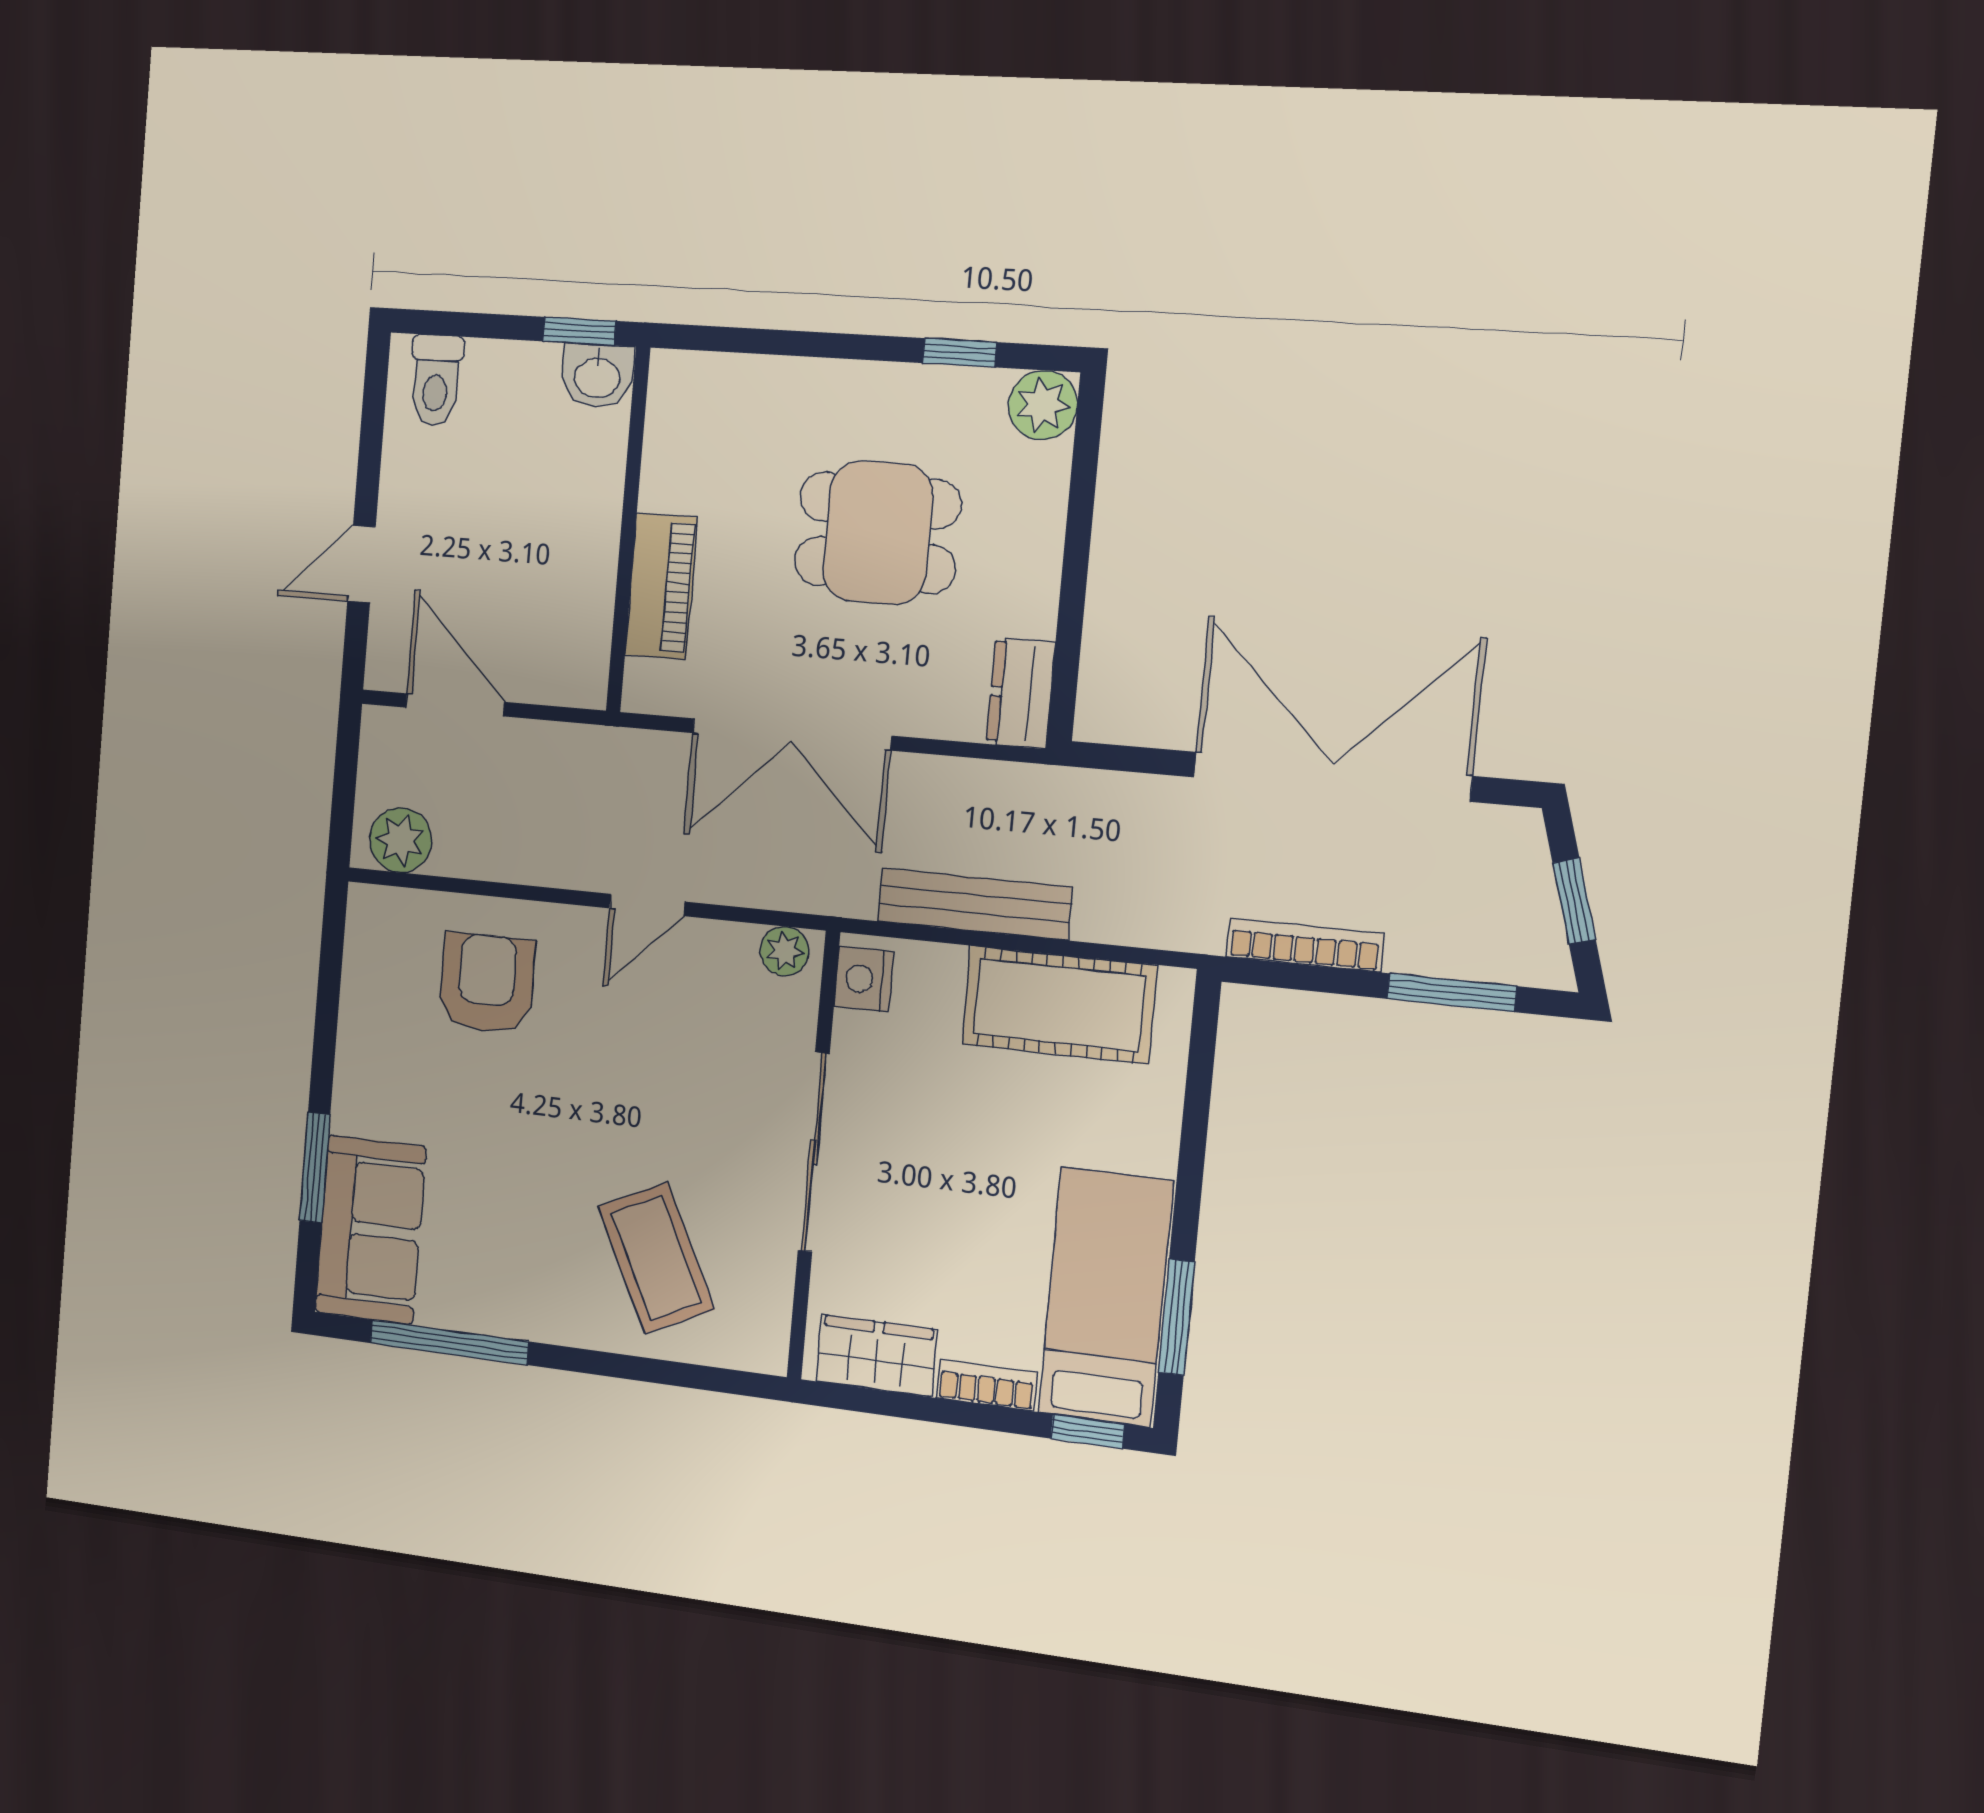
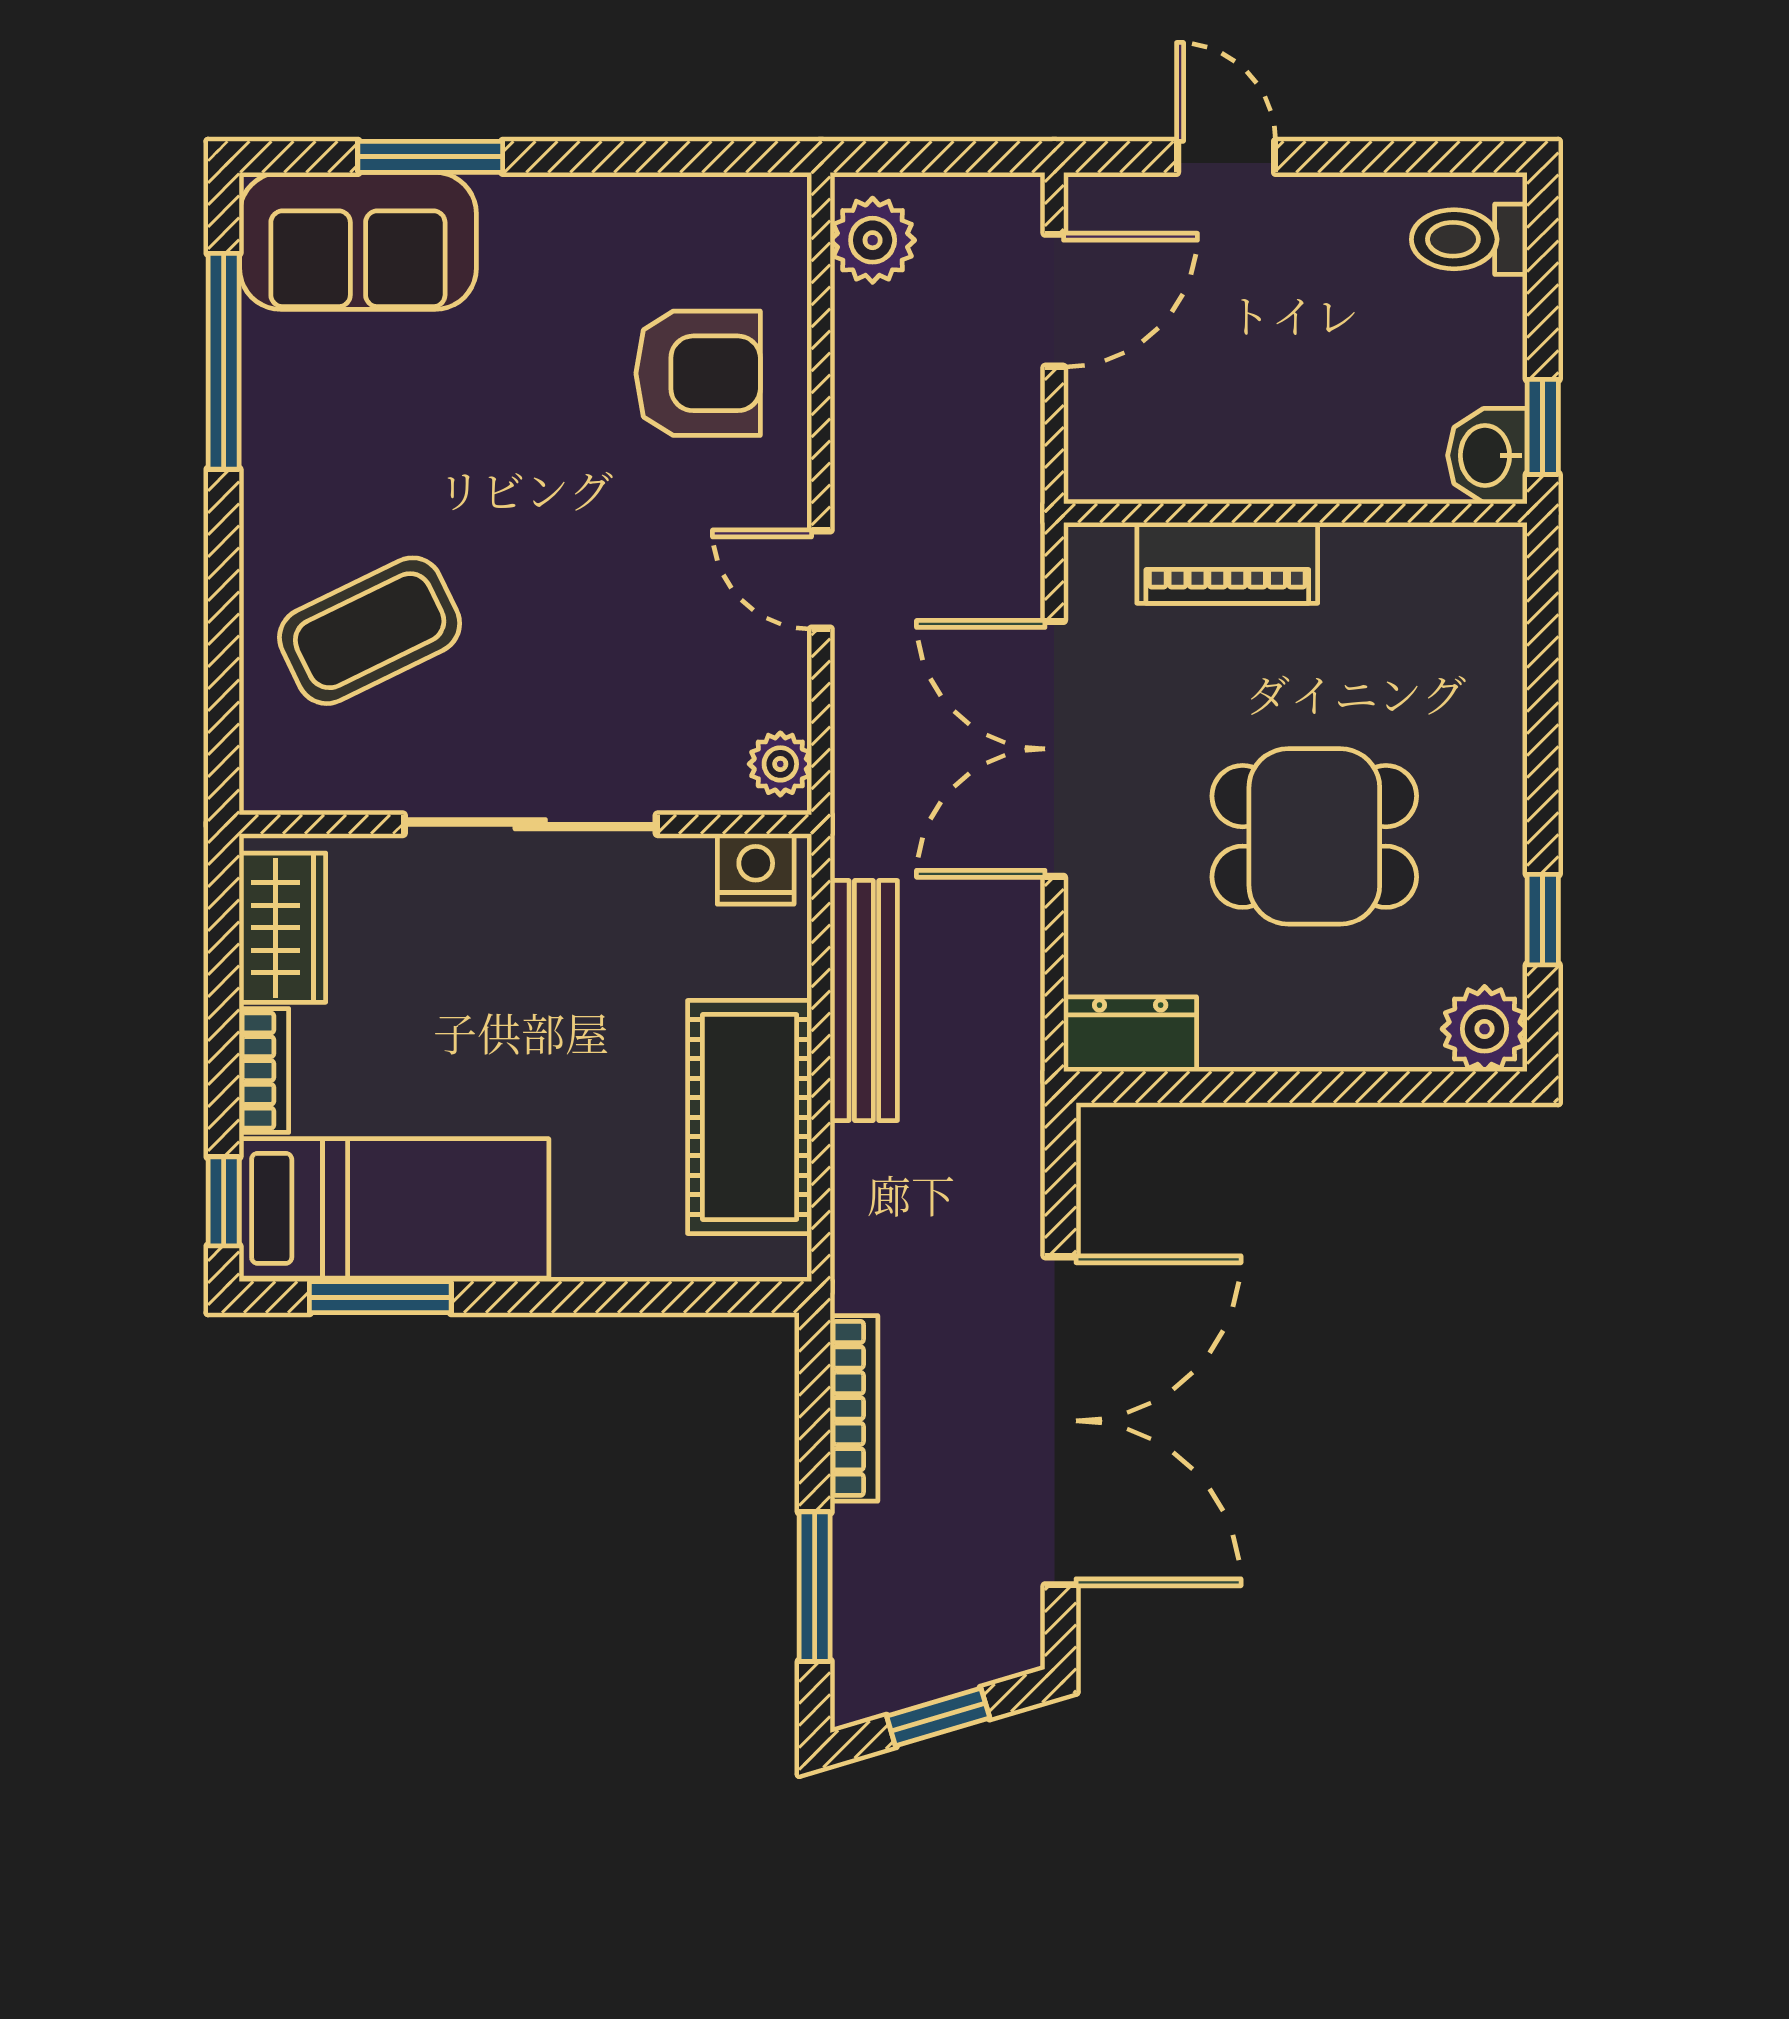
dining table: (878, 533) -> (1314, 836), turned 90

